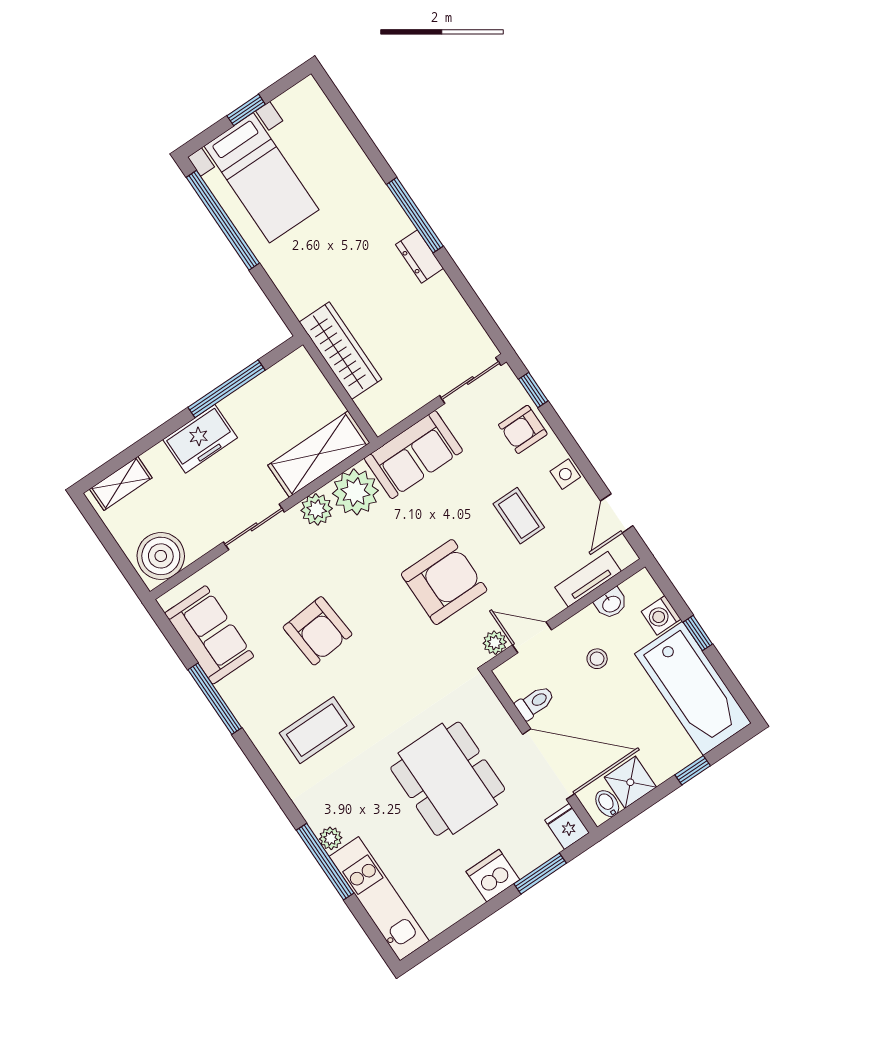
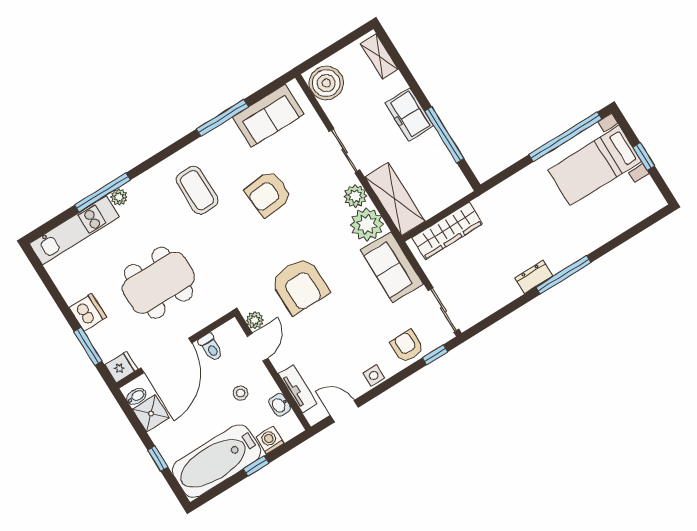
wardrobe: (340, 351) -> (447, 231), moved
coffee table: (519, 516) -> (345, 341), removed

